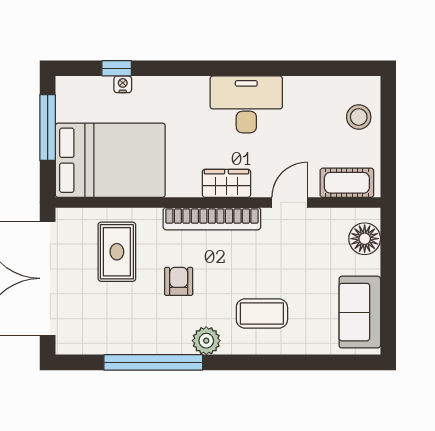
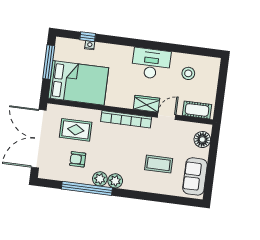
stool: (359, 117) -> (188, 73), moved
wardrobe: (226, 183) -> (146, 104), moved
rug: (117, 252) -> (76, 130), turned 90
armchair: (179, 281) -> (78, 159), moved, turned -90
coffee table: (262, 314) -> (159, 164), moved
plant: (176, 341) -> (100, 179), added

